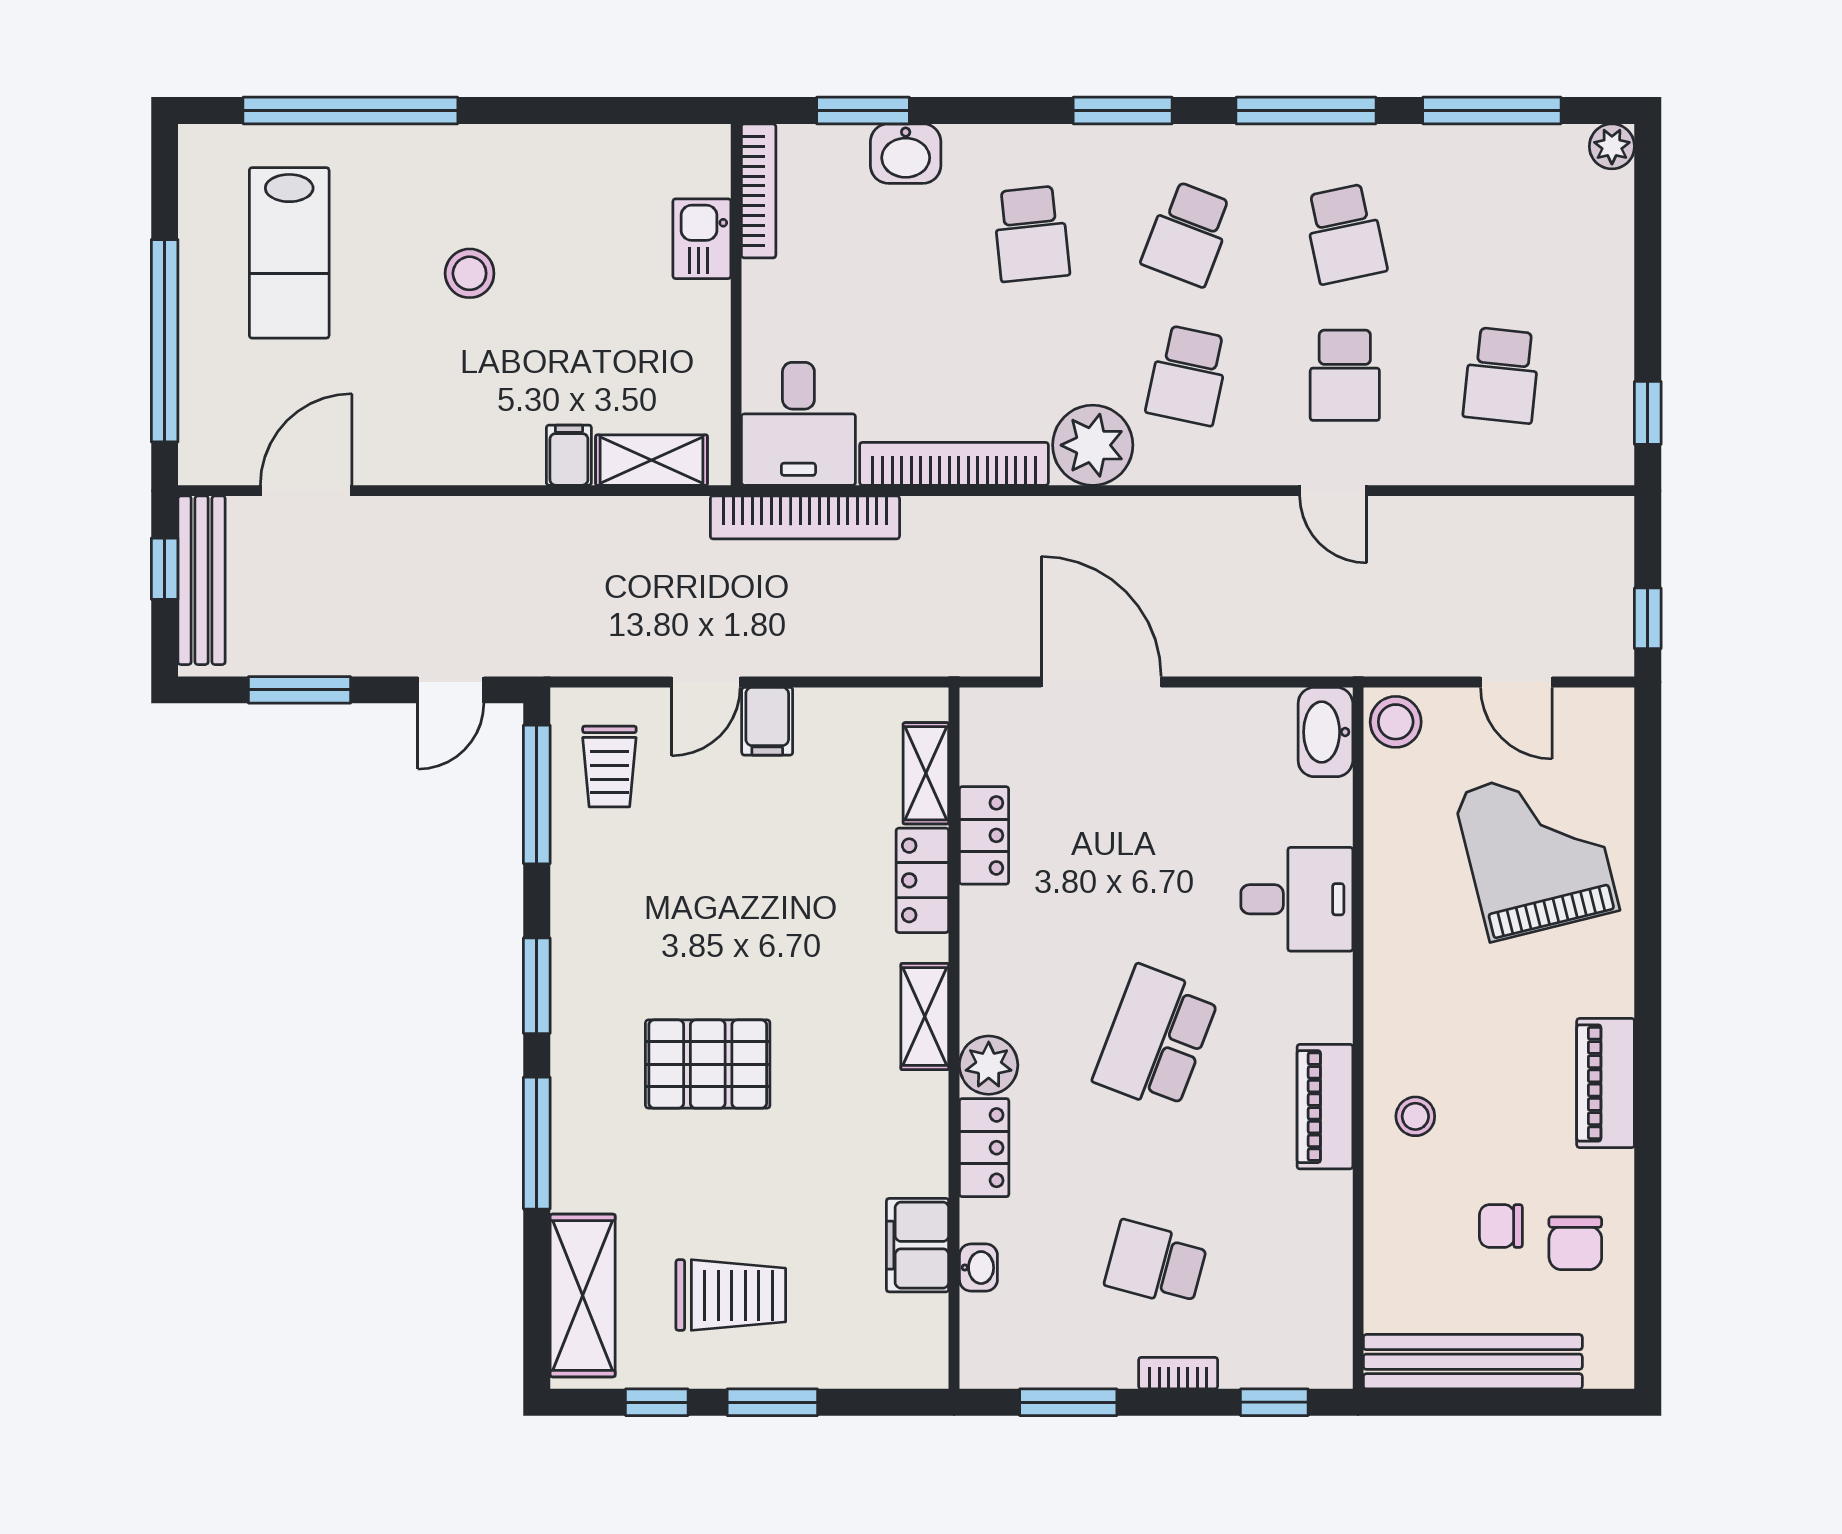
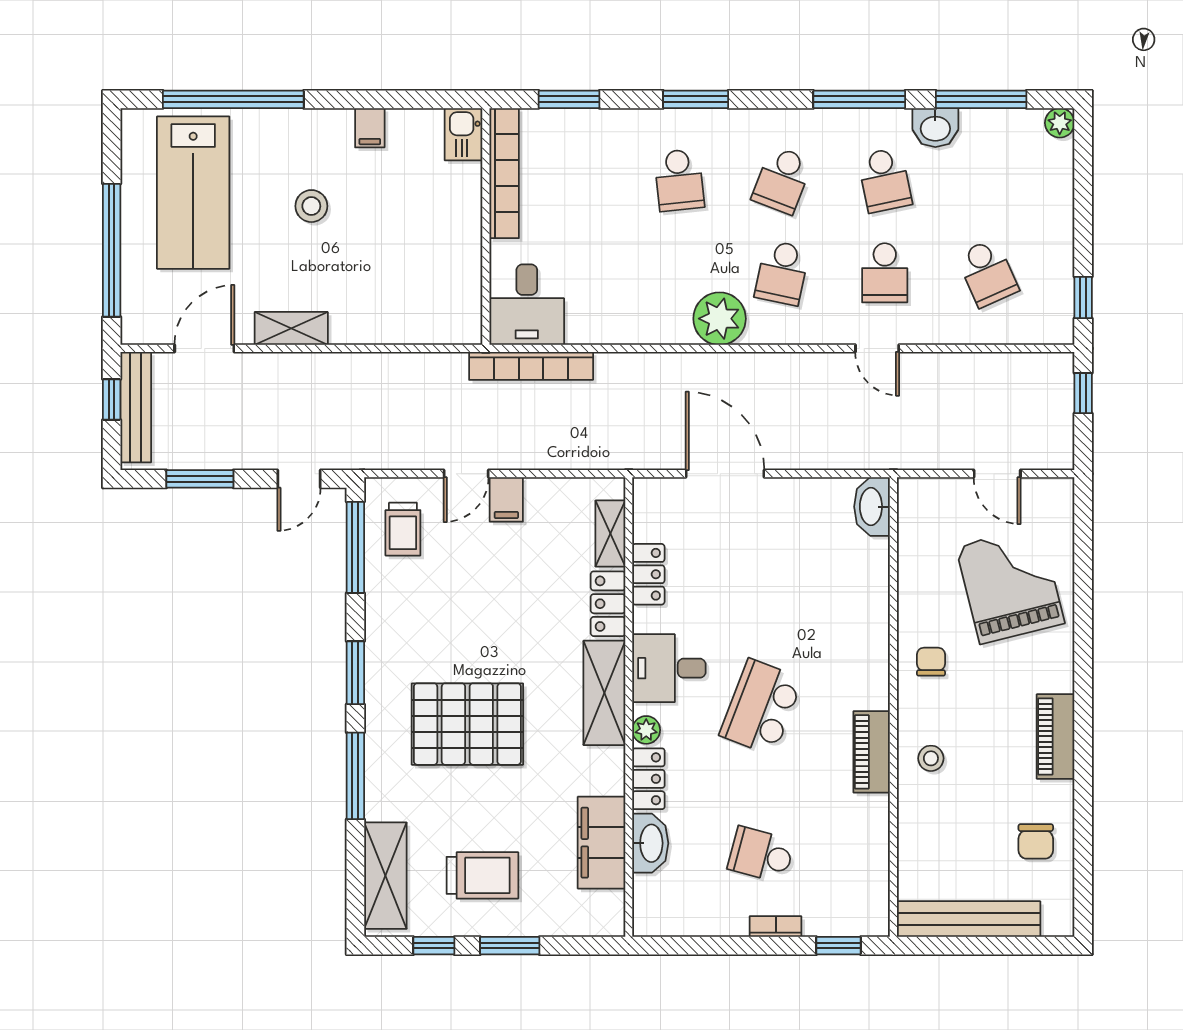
window: (1123, 110) -> (696, 99), moved
washbasin: (906, 154) -> (935, 128), moved
bookcase: (759, 191) -> (504, 173), width x1.48, depth x1.31
kitchen sink: (702, 239) -> (464, 134), moved
lab bench: (289, 253) -> (193, 193), width x1.36, depth x1.39
school desk: (1502, 375) -> (987, 273), turned -30
filing cabinet: (569, 455) -> (370, 128), moved, turned 180
shelving: (652, 460) -> (291, 328), moved
bookcase: (954, 464) -> (629, 331), removed
window: (1648, 618) -> (1083, 393), moved
stool: (1396, 722) -> (918, 500), removed
desk: (1297, 899) -> (669, 668), moved, turned 180
shelving: (925, 1017) -> (604, 693), width x1.50, depth x1.33
pallet: (708, 1064) -> (467, 724), width x1.37, depth x1.41
plant: (989, 1065) -> (646, 730), width x0.73, depth x0.73
chair: (1501, 1226) -> (931, 662), moved, turned 90
filing cabinet: (918, 1245) -> (601, 843), width x1.50, depth x1.17
washbasin: (978, 1268) -> (650, 843), width x1.91, depth x1.45
window: (1068, 1402) -> (704, 946), removed

